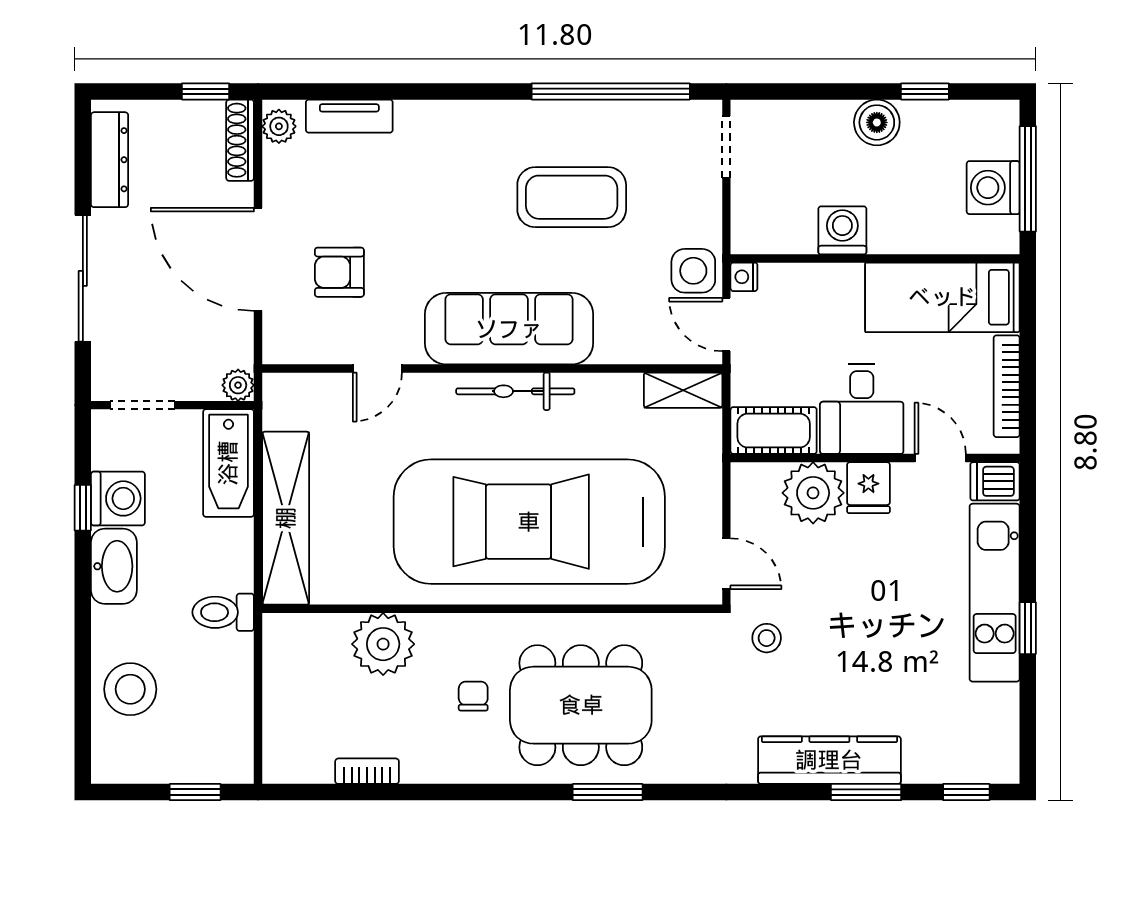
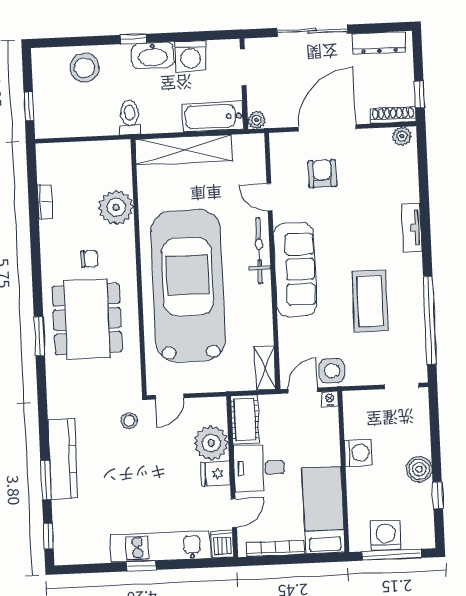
tv unit: (349, 116) -> (412, 228), moved
bicycle: (515, 391) -> (259, 251), moved
window: (83, 508) -> (133, 39), moved

